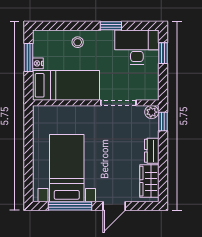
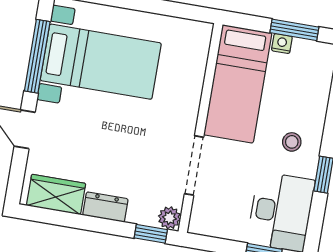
stool: (78, 42) -> (292, 142), moved

